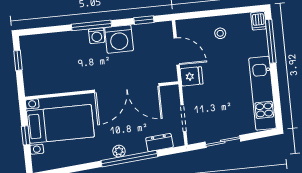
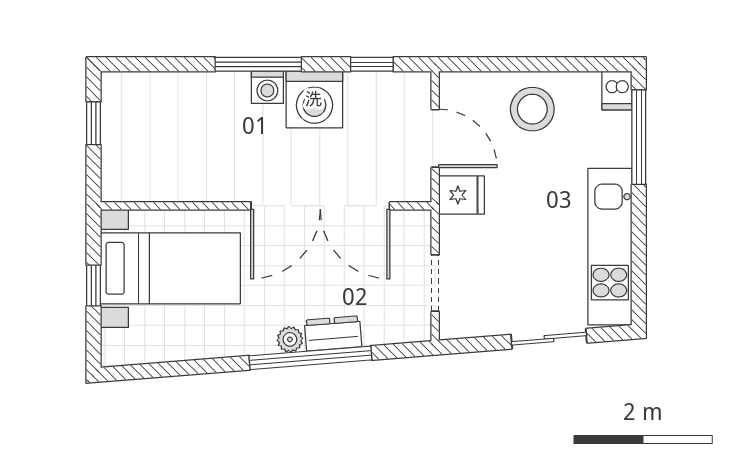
stool: (220, 33) -> (532, 109), width x1.89, depth x1.89
sliding door: (223, 142) -> (549, 339), moved
dresser: (159, 143) -> (333, 333), moved

